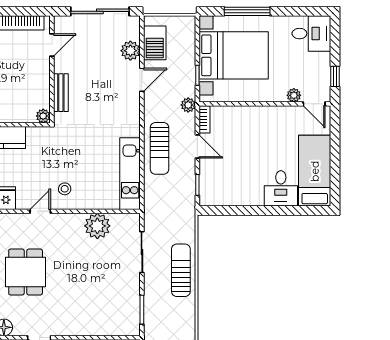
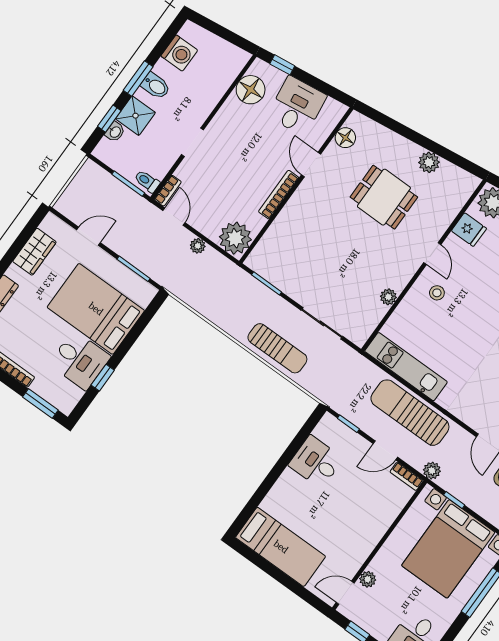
sun lounger: (160, 148) -> (410, 413), width x1.36, depth x1.34
desk: (281, 188) -> (316, 462), moved
plant: (97, 226) -> (388, 297), width x0.53, depth x0.53

